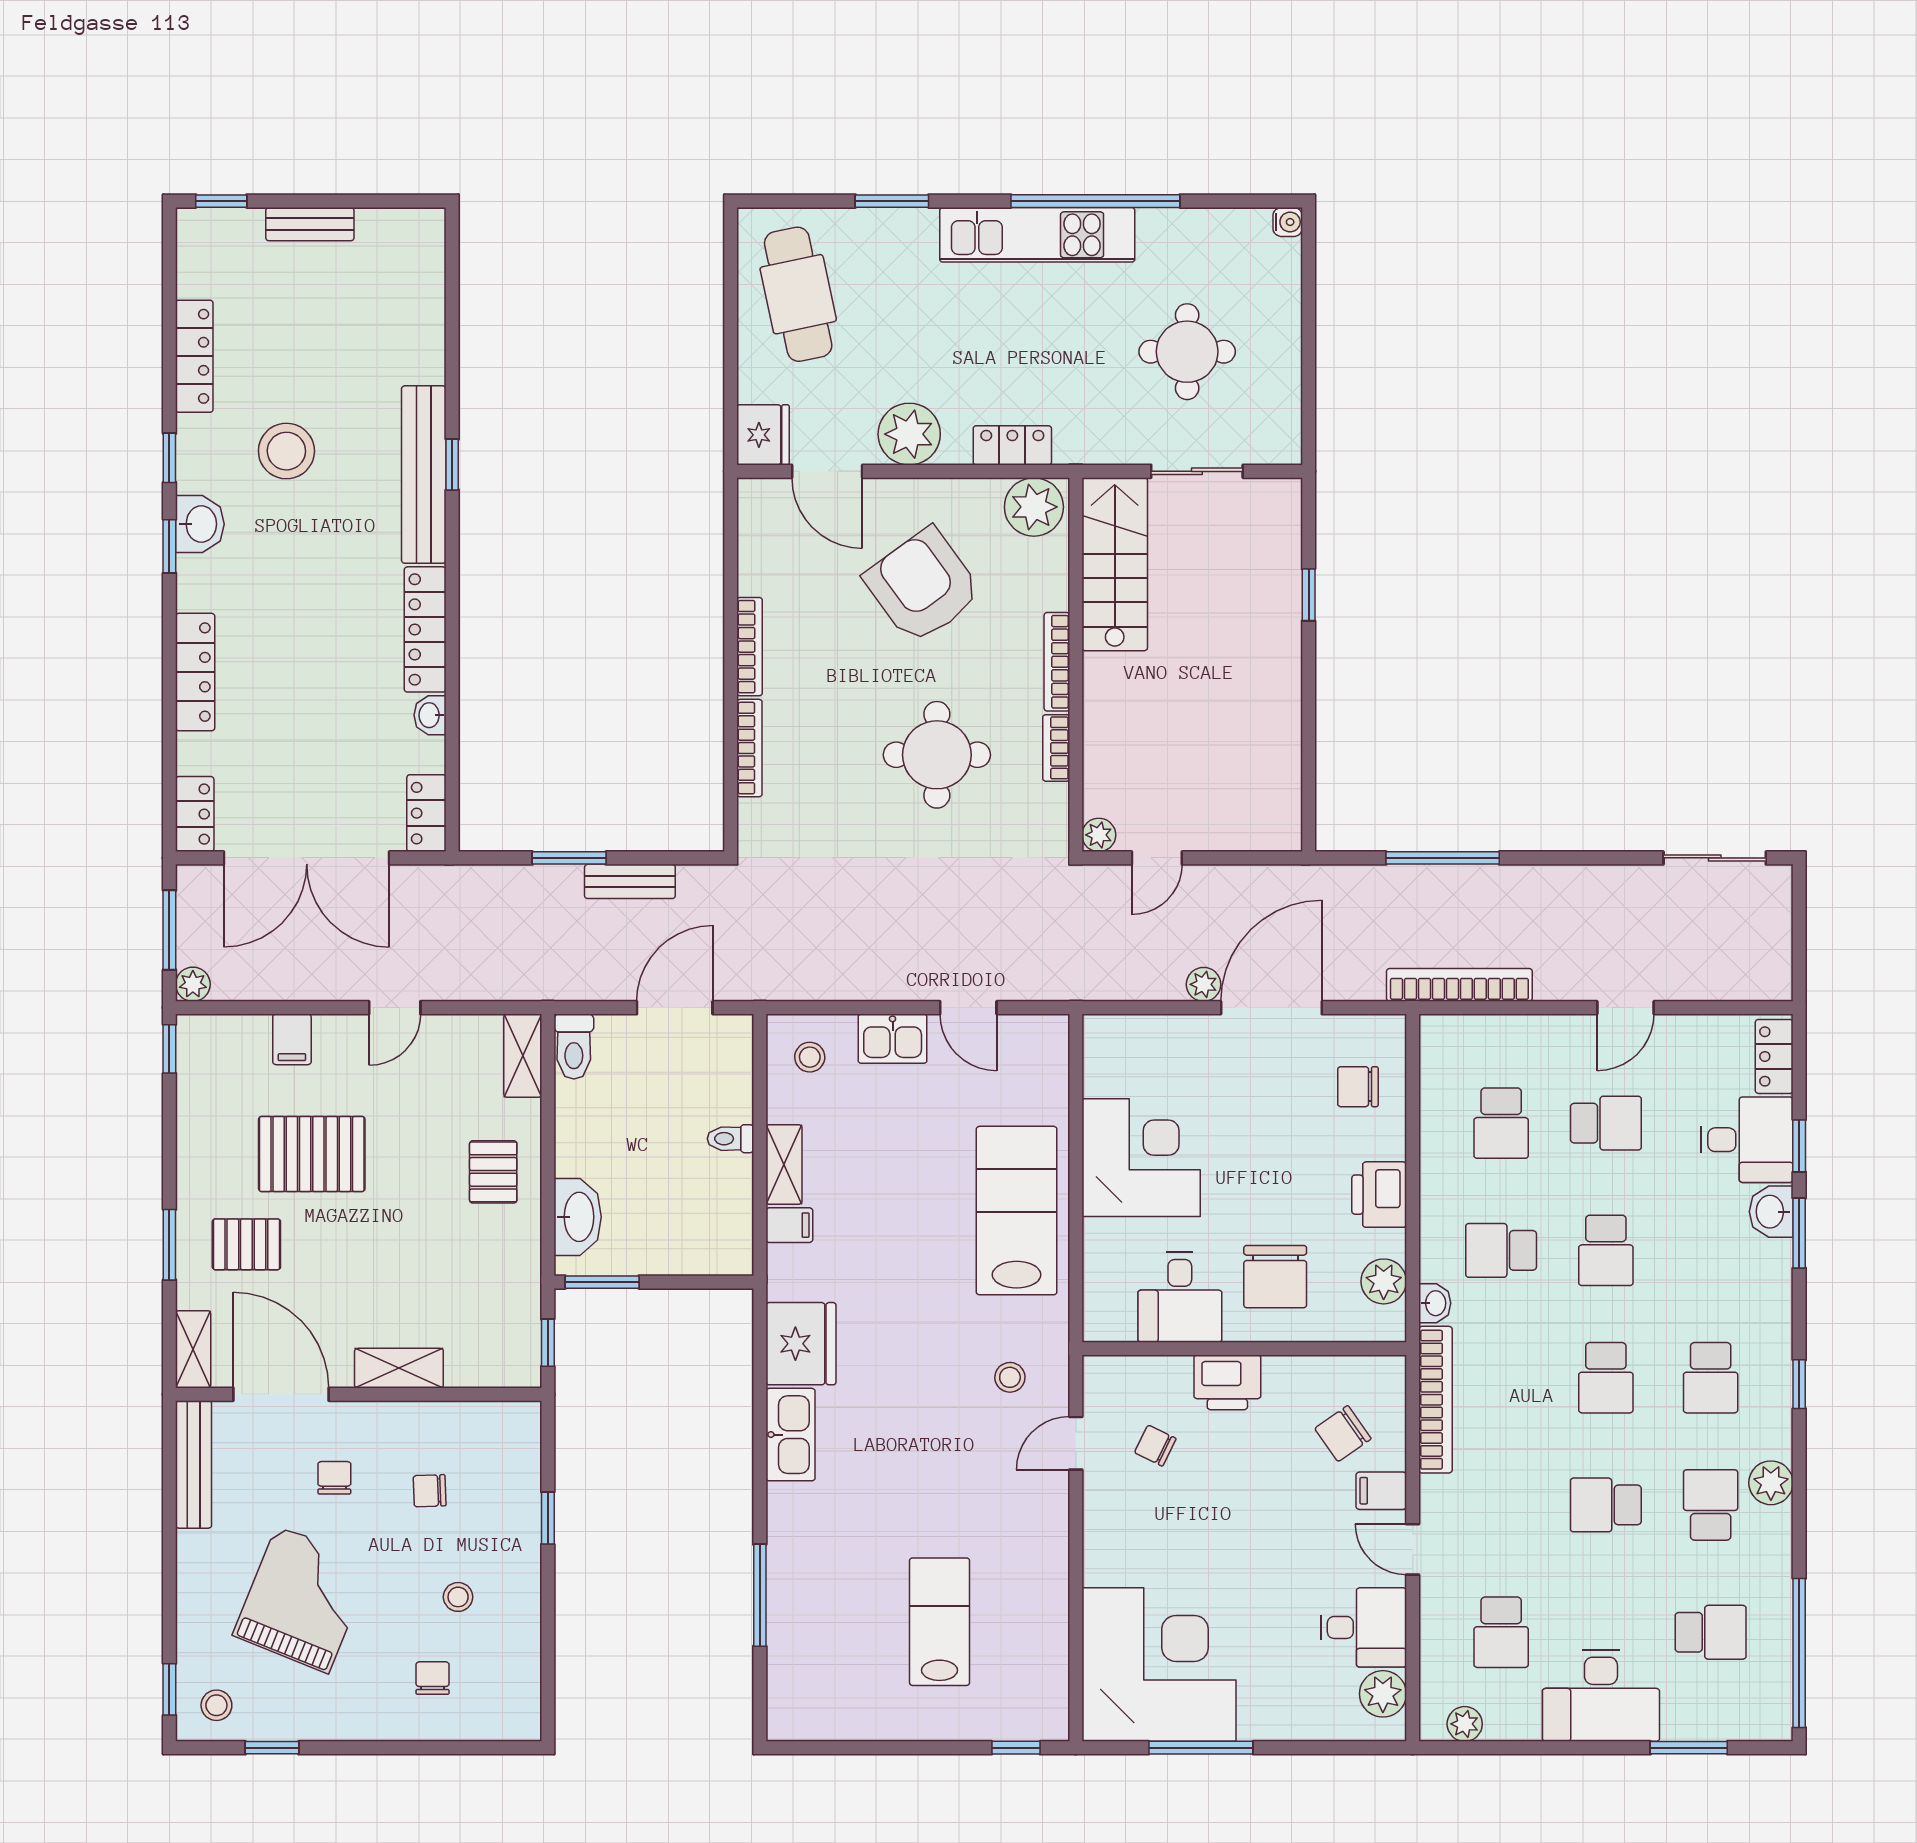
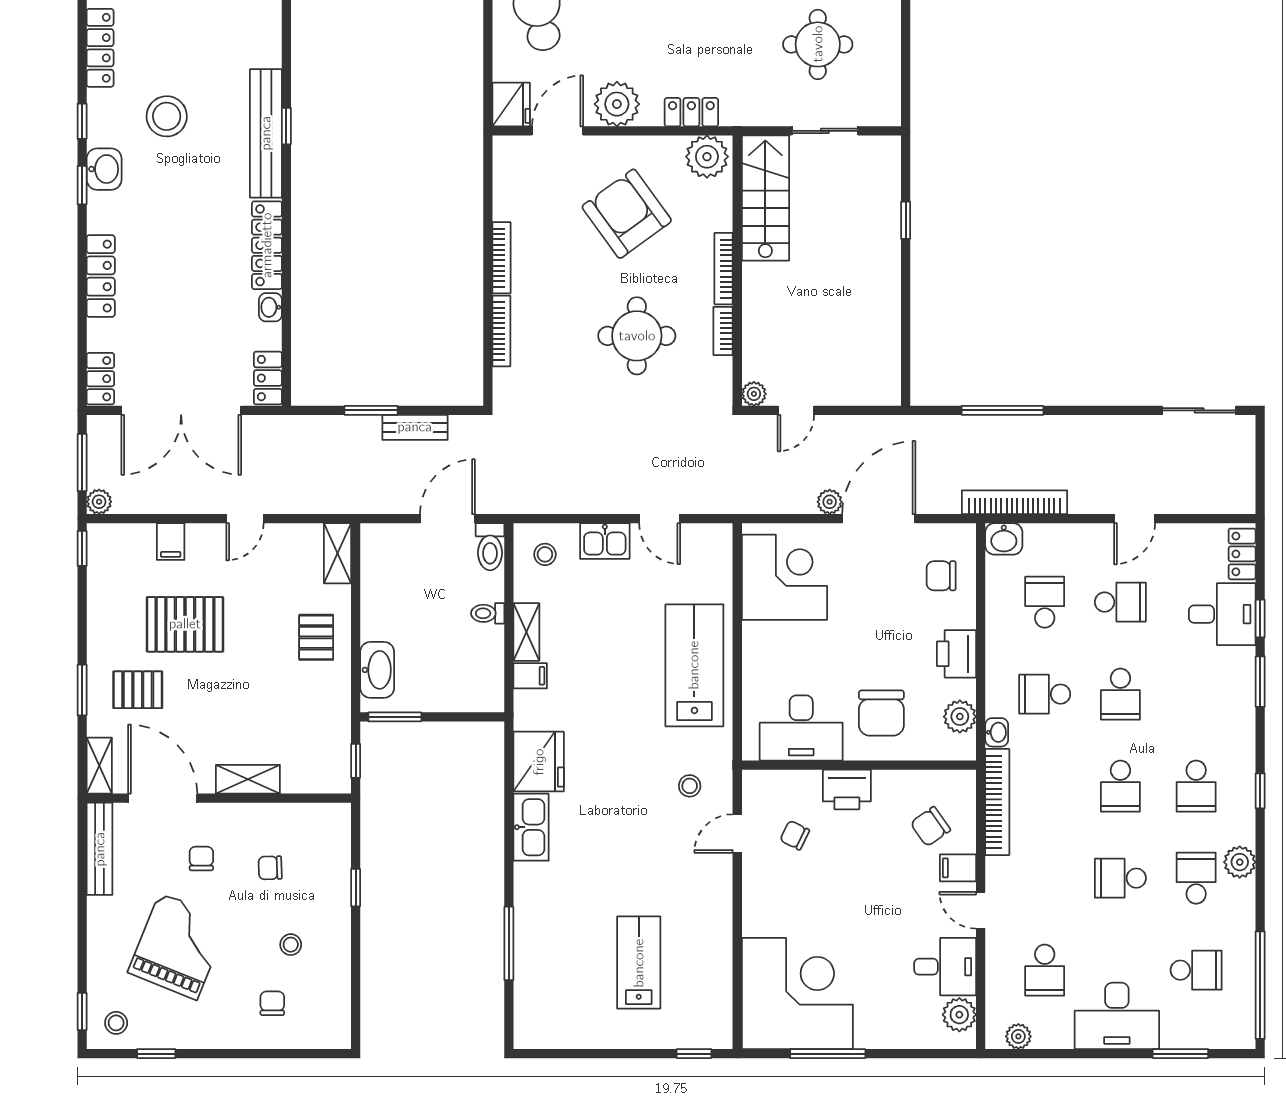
door: (827, 471) -> (558, 131), swing flipped
toilet: (574, 1047) -> (490, 547), moved
school desk: (1501, 1123) -> (1045, 602), turned 180
corner desk: (1141, 1158) -> (784, 577), moved
washbasin: (1771, 1212) -> (1004, 539), moved, turned -90
desk: (1180, 1297) -> (801, 728), width x1.37

